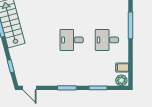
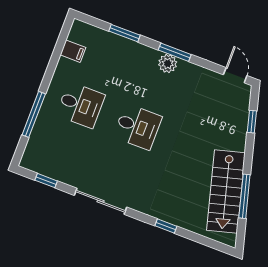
plant: (121, 80) -> (168, 63), moved

